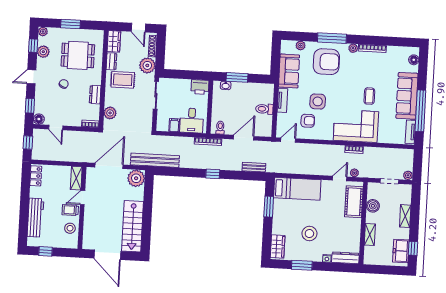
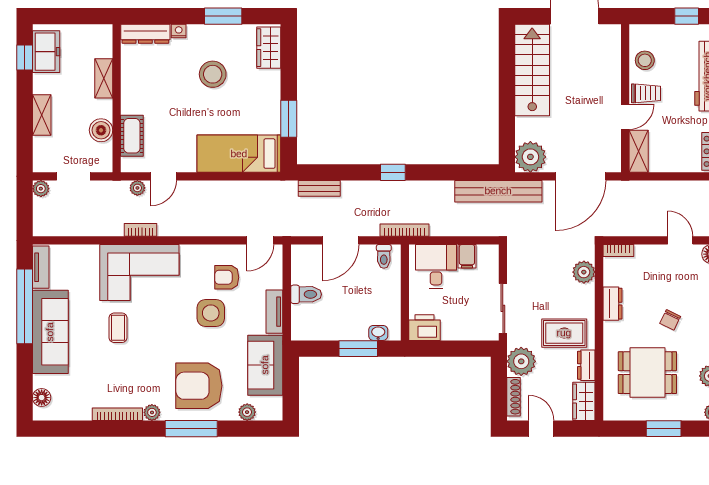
cot: (354, 202) -> (132, 136), width x0.73, depth x0.75

